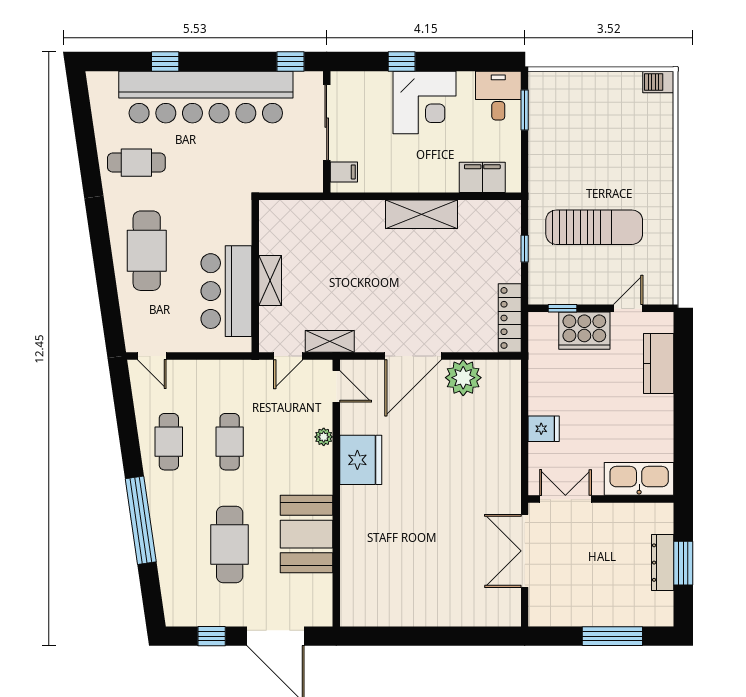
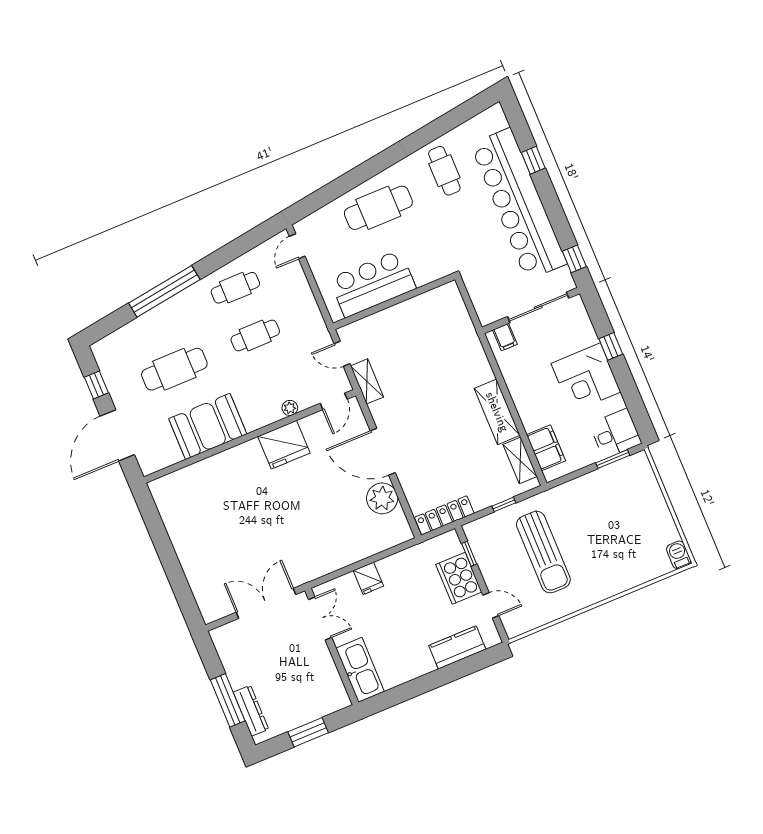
shelving: (270, 281) -> (520, 460), moved, turned 90
dresser: (663, 563) -> (251, 711), moved, turned 90

